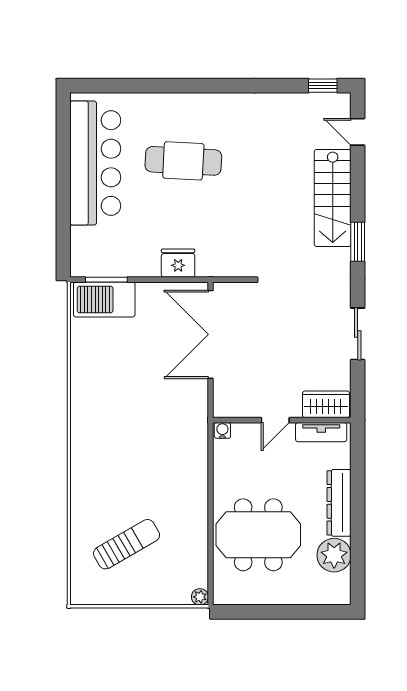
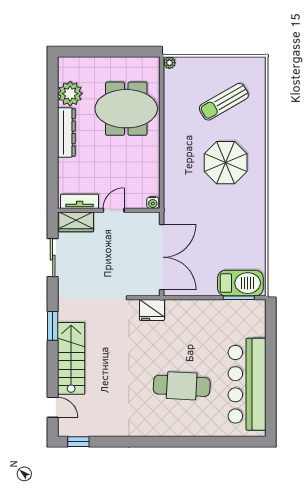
fridge: (178, 263) -> (152, 310), moved
wardrobe: (326, 404) -> (76, 222), moved
door: (275, 420) -> (114, 210), moved
wall: (282, 420) -> (109, 210), moved
water cooler: (222, 430) -> (153, 203), moved
tv unit: (321, 432) -> (80, 201), moved
parasol: (124, 462) -> (226, 163), added

